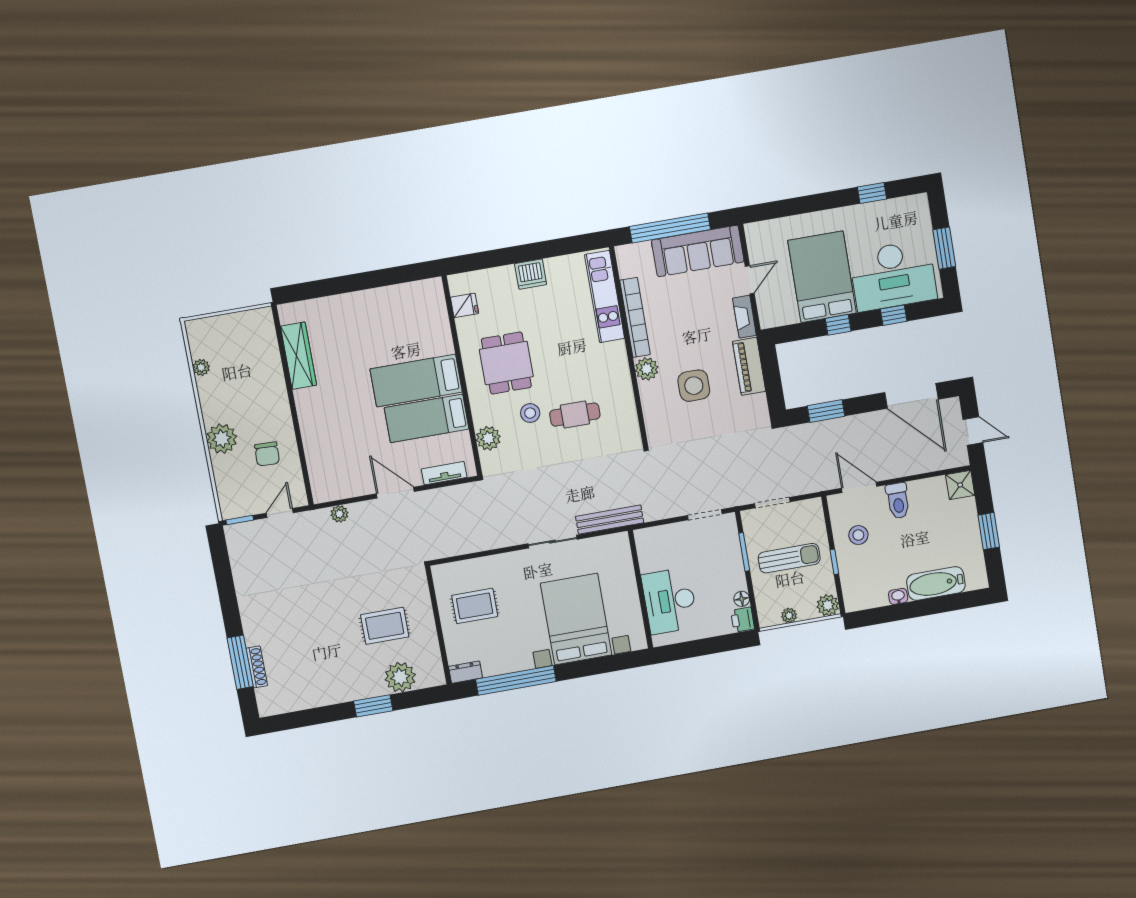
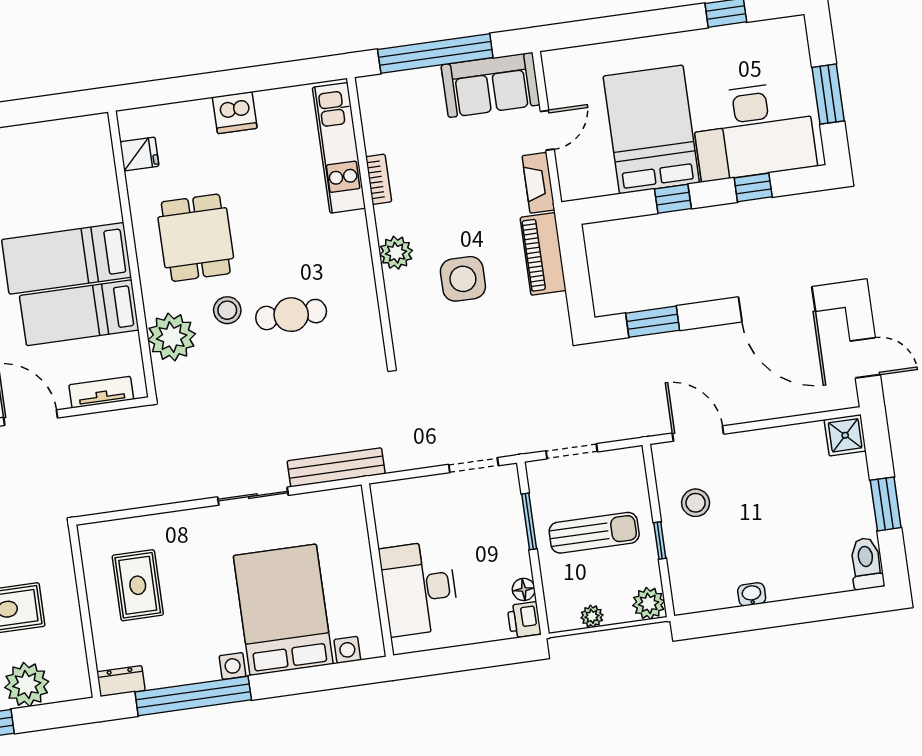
sofa: (698, 251) -> (491, 85), width x0.73
bookcase: (635, 317) -> (379, 179), width x0.43, depth x0.76
plant: (488, 438) -> (172, 337), width x1.36, depth x1.36
toilet: (898, 501) -> (866, 563), moved, turned 180
bathtub: (936, 583) -> (807, 578), removed
rug: (475, 606) -> (138, 585), turned 90

